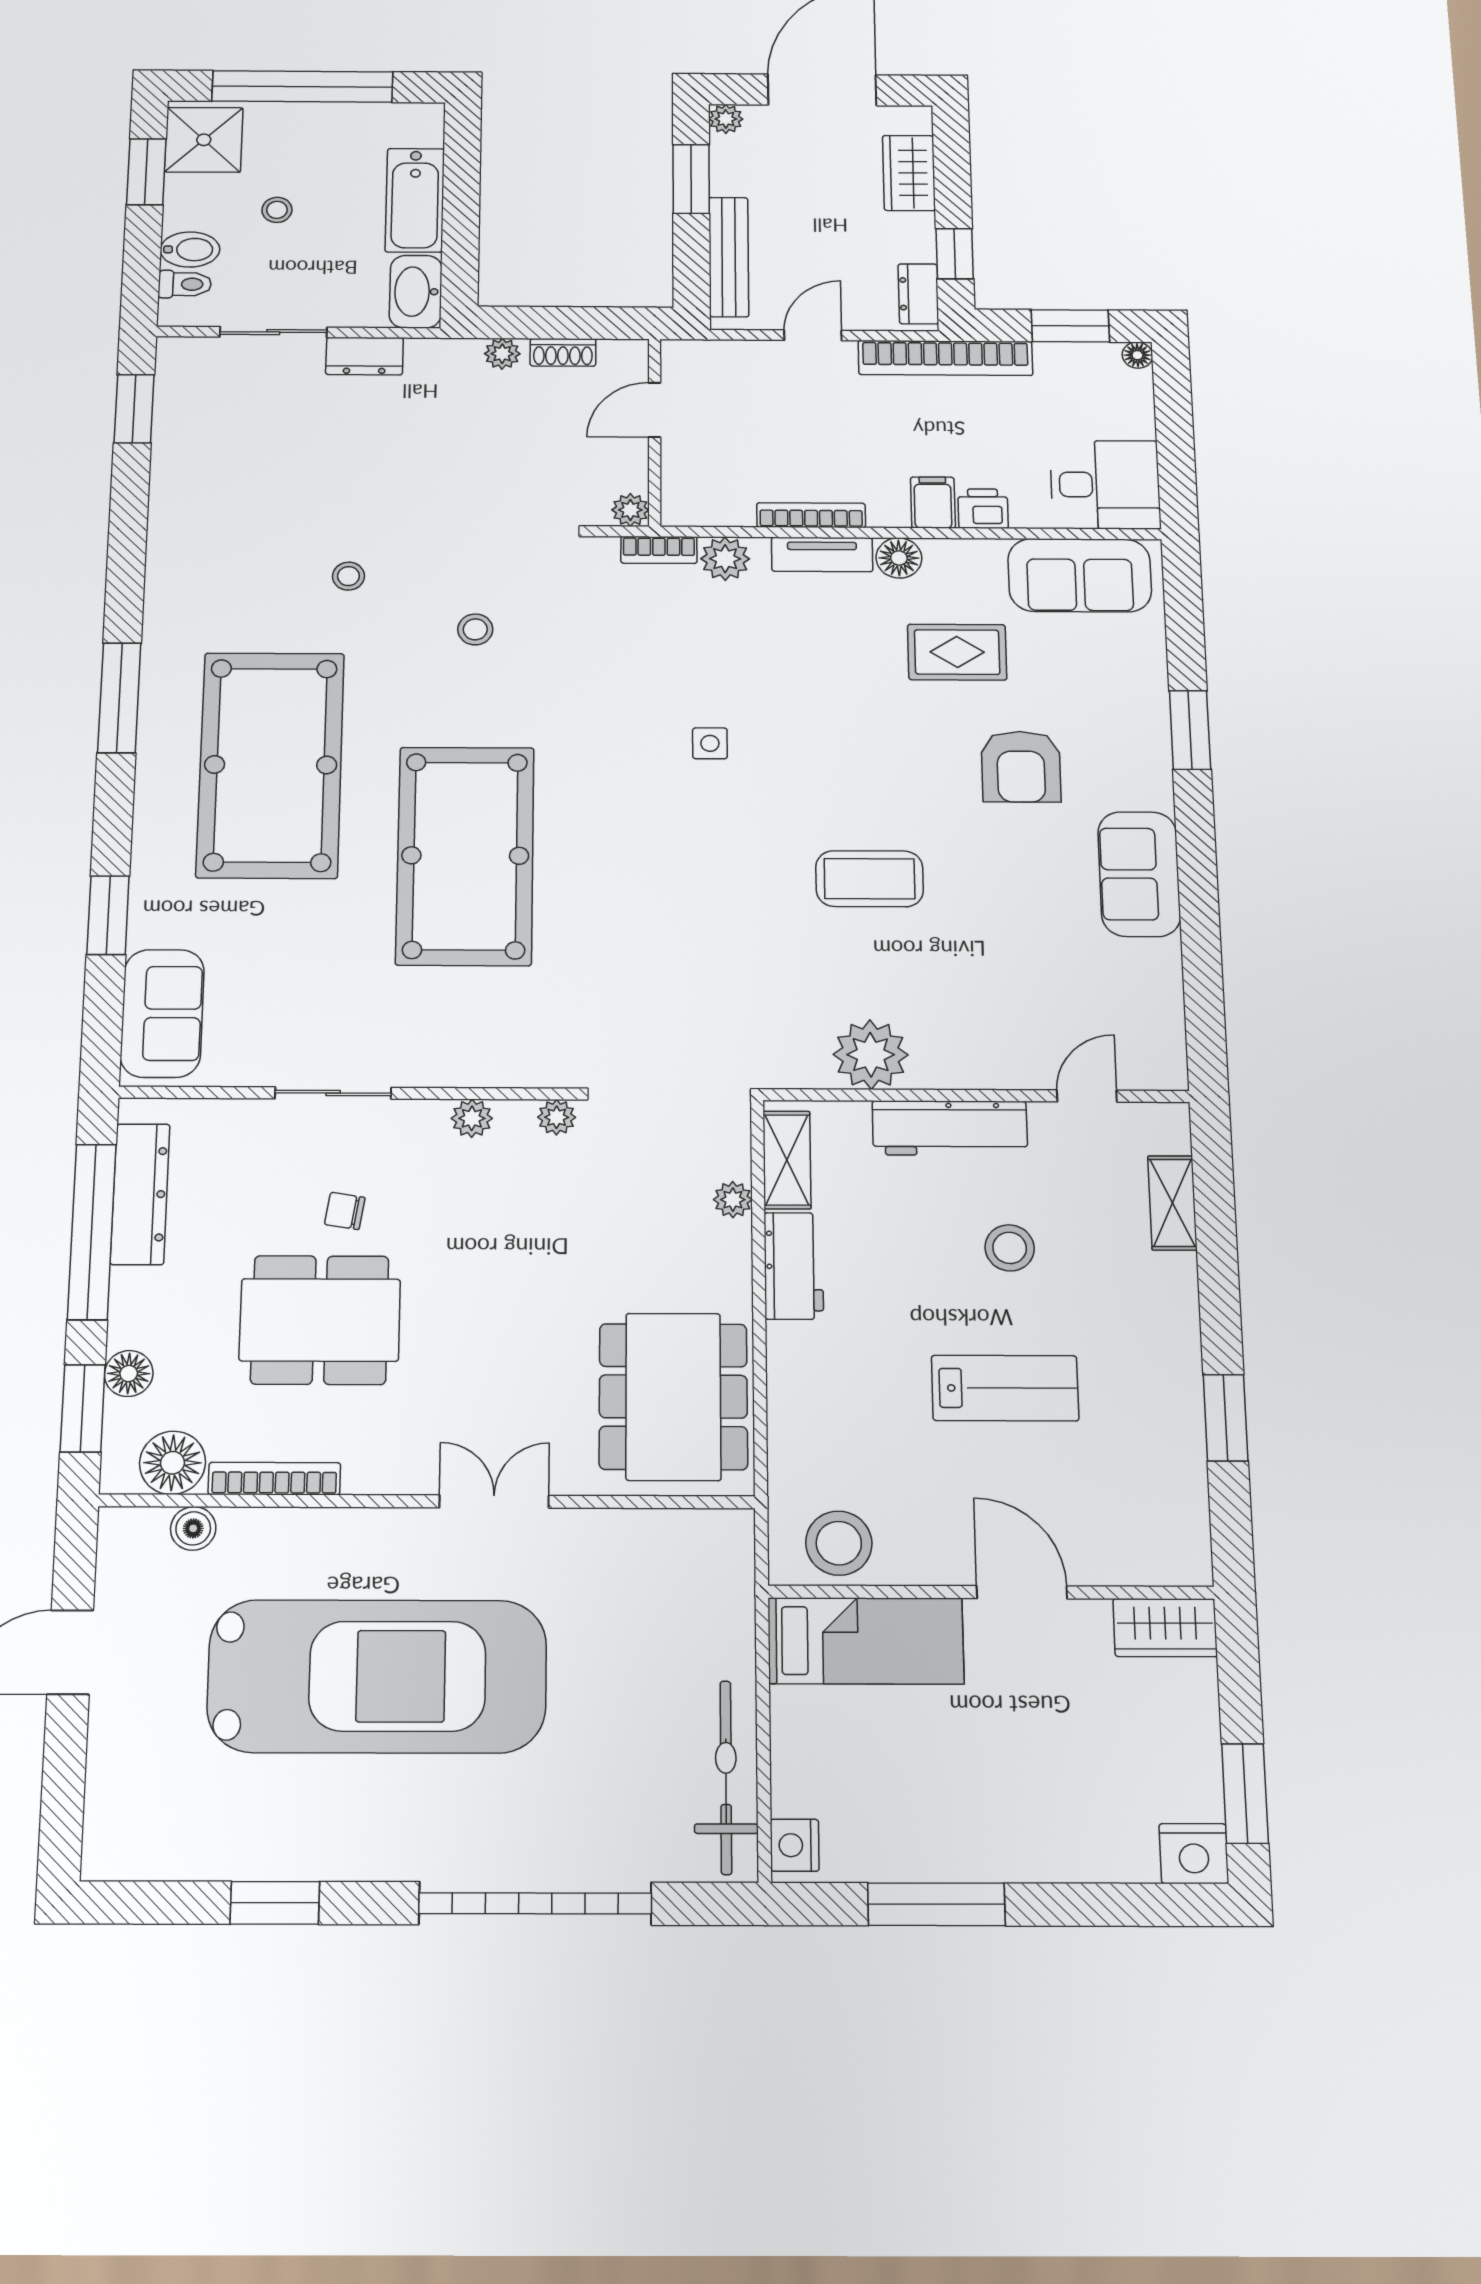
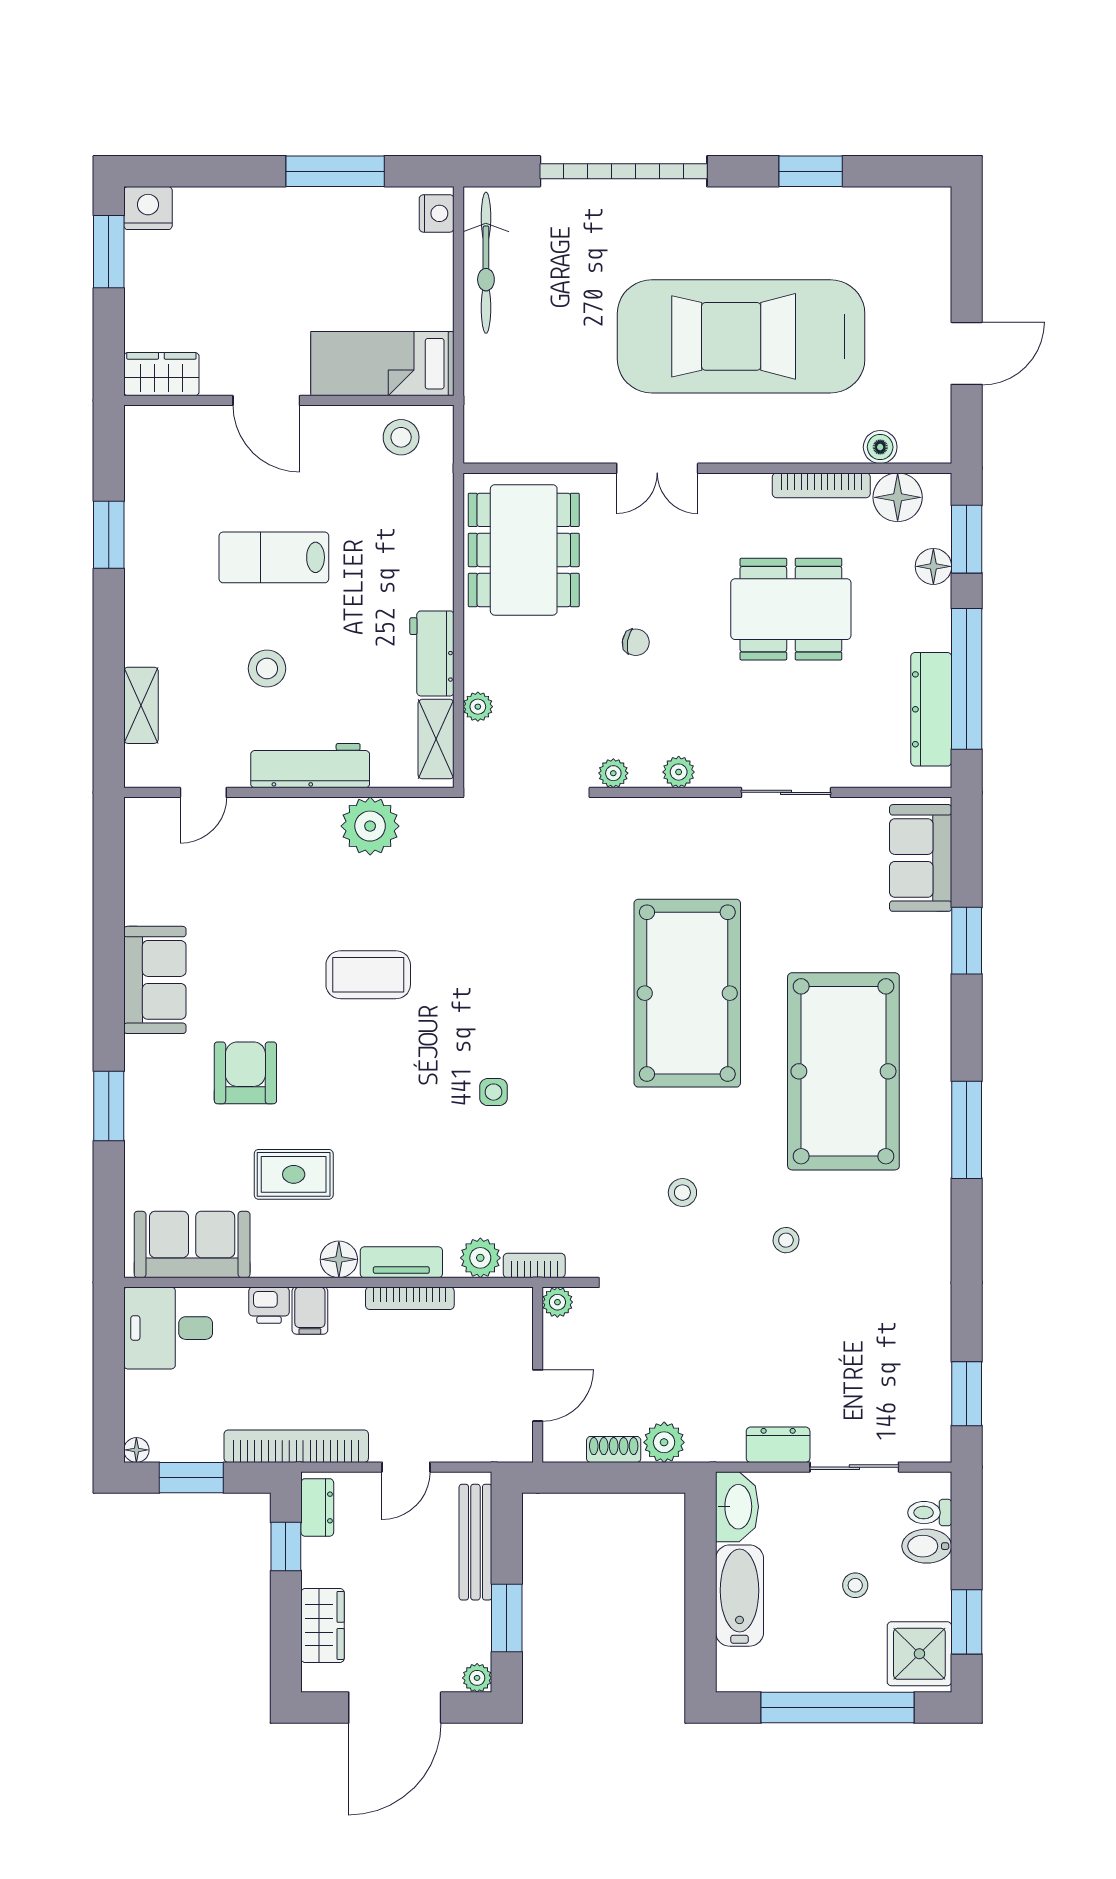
plant: (502, 354) -> (664, 1442), width x1.38, depth x1.38
chair: (345, 1211) -> (636, 642), moved
stool: (839, 1543) -> (401, 437), width x0.73, depth x0.73

